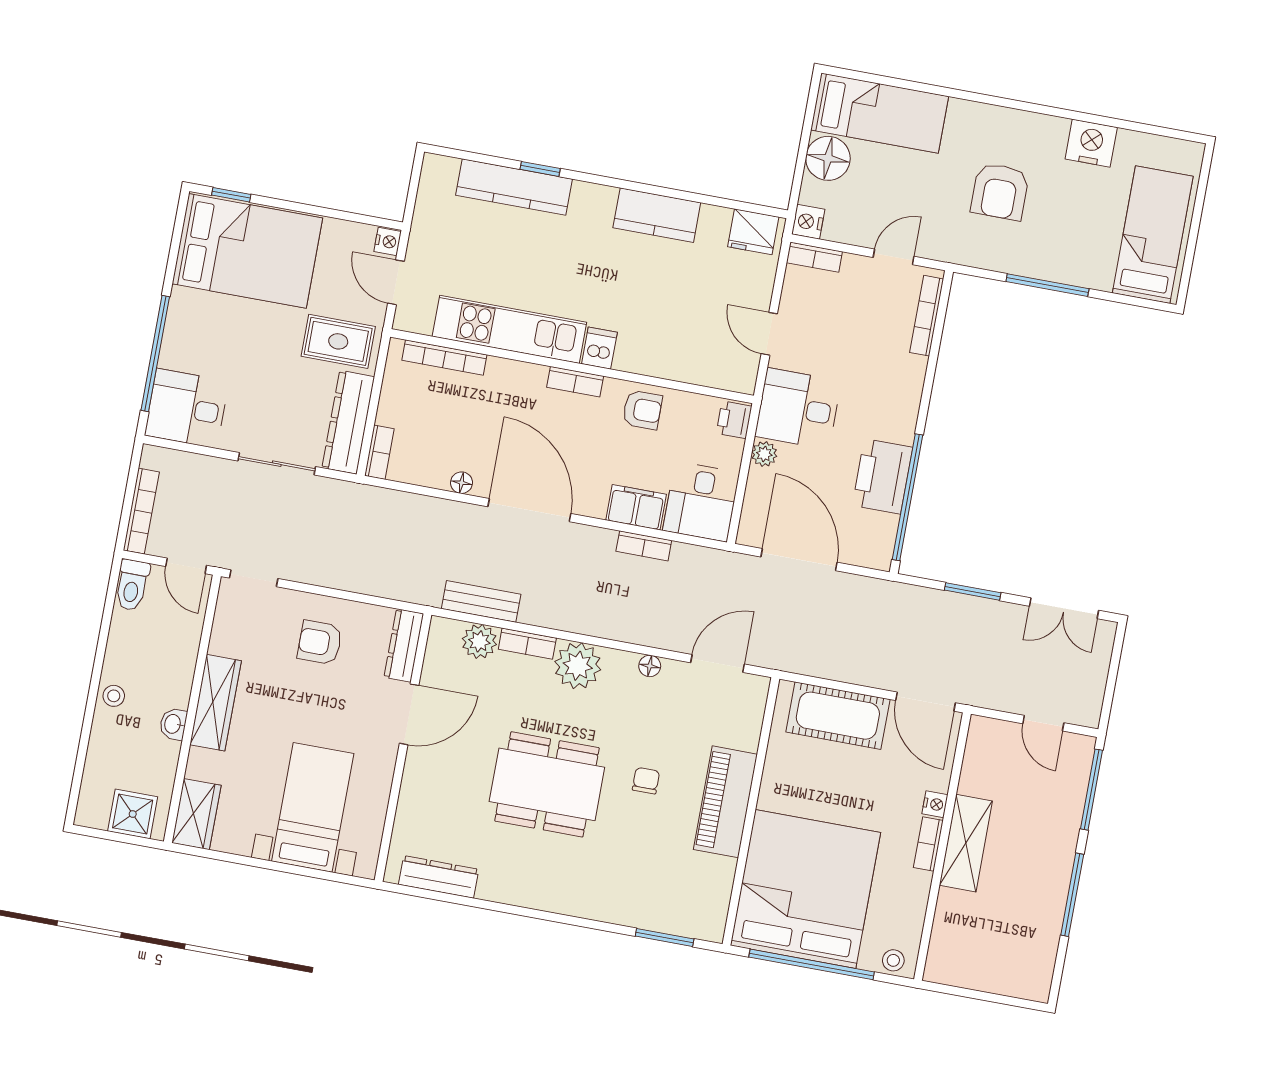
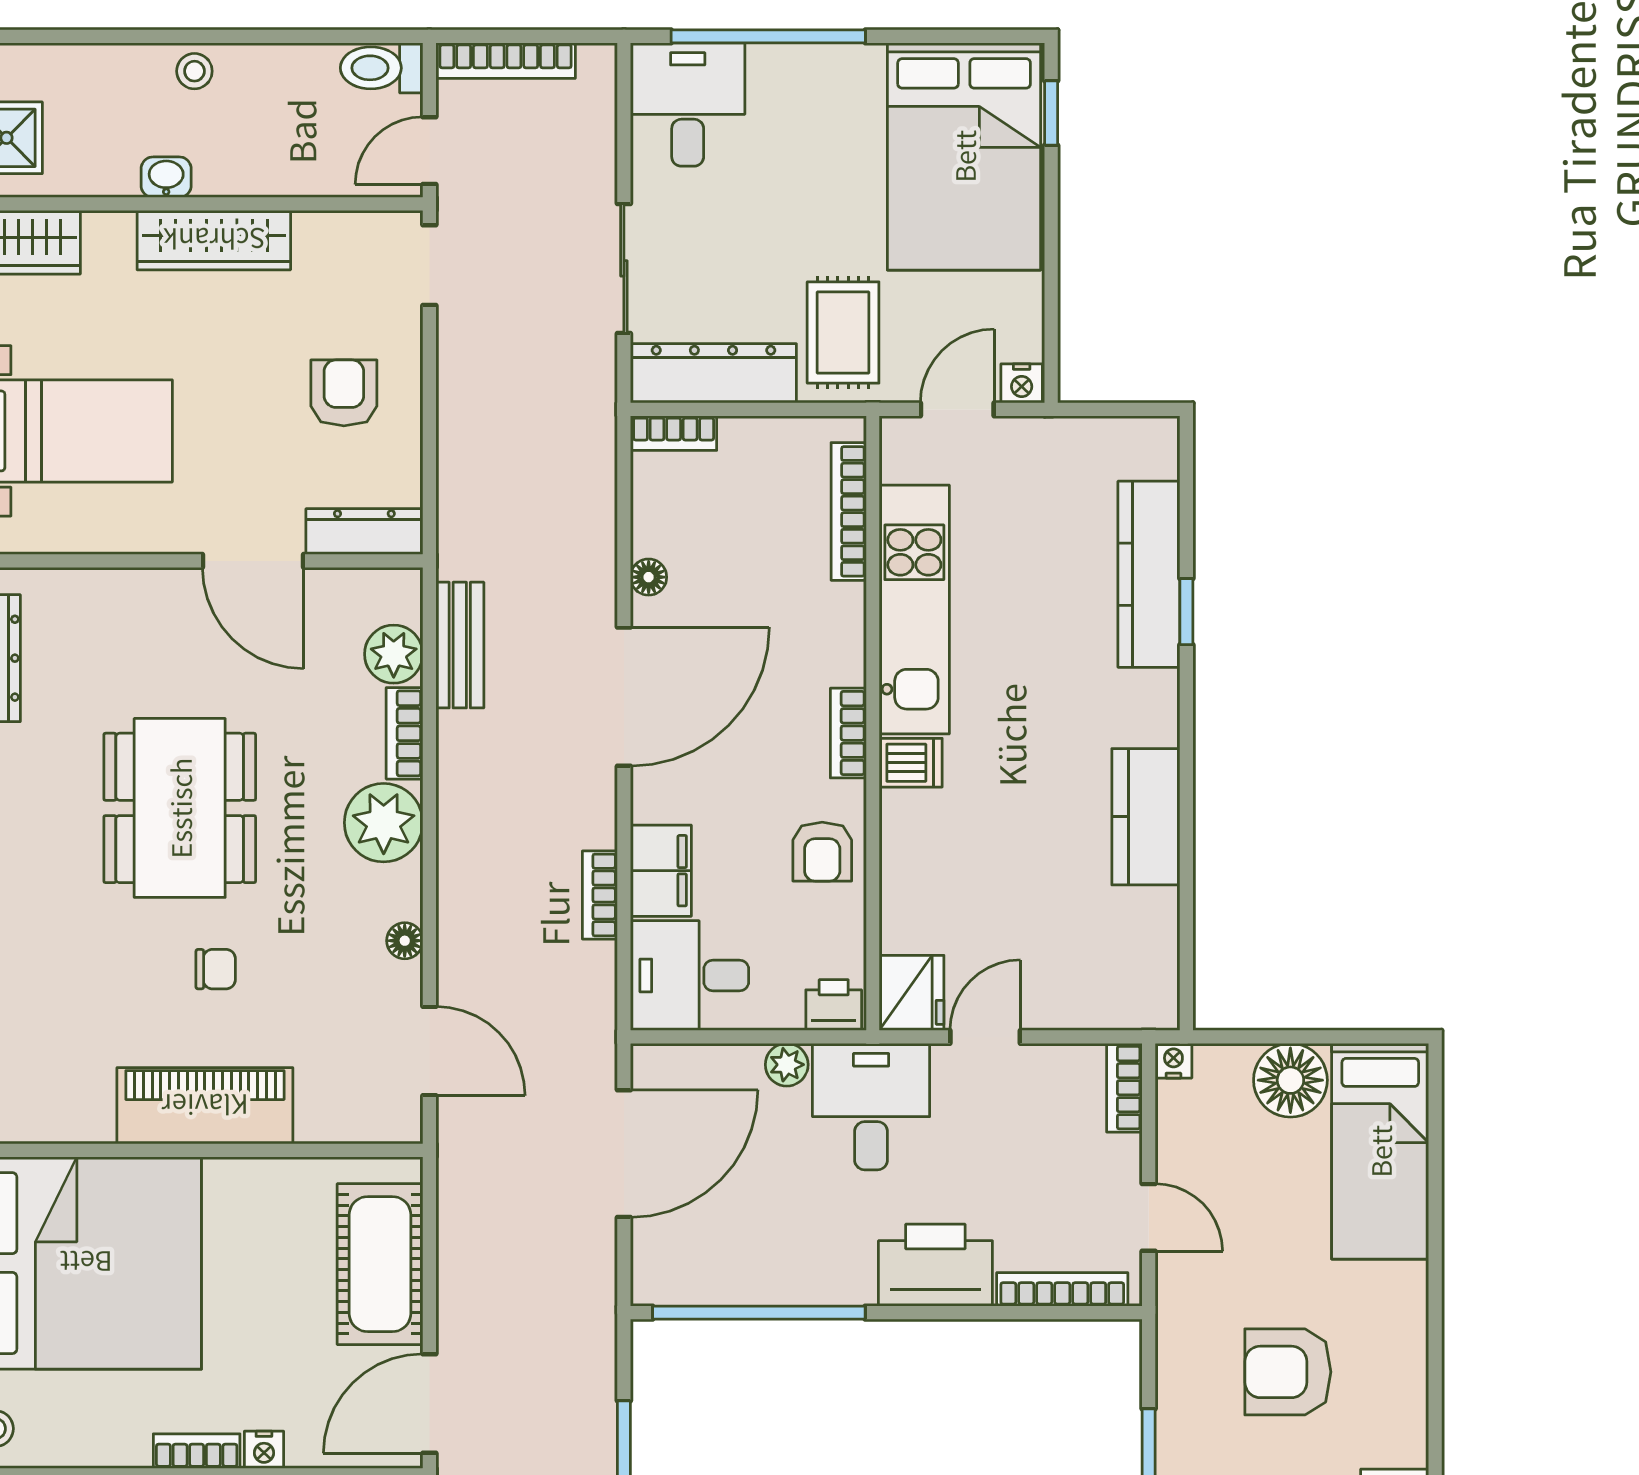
nightstand: (808, 222) -> (1173, 1061), width x0.72, depth x0.74
fridge: (753, 232) -> (912, 993), moved, turned 180
printer: (882, 476) -> (935, 1265), moved

